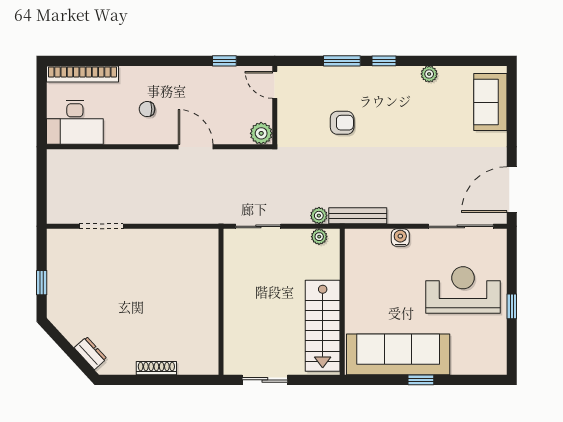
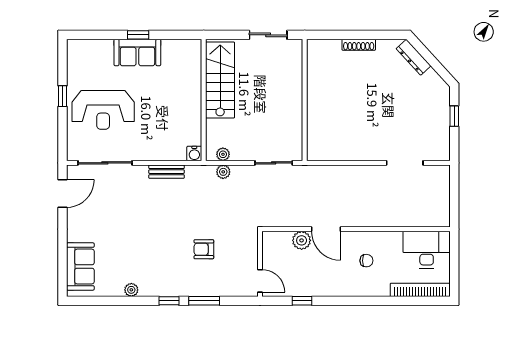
plant: (261, 133) -> (302, 240), moved
door: (512, 190) -> (62, 193), width x0.73
bench: (358, 216) -> (167, 172), moved, width x0.73
water cooler: (400, 238) -> (194, 154), moved
dresser: (90, 353) -> (414, 57), width x1.44
sofa: (398, 354) -> (137, 52), width x0.54, depth x0.79

